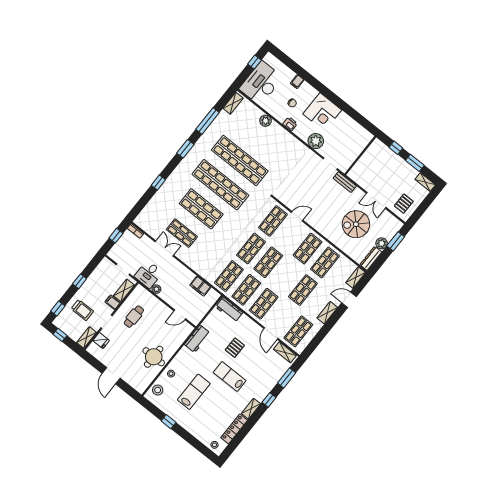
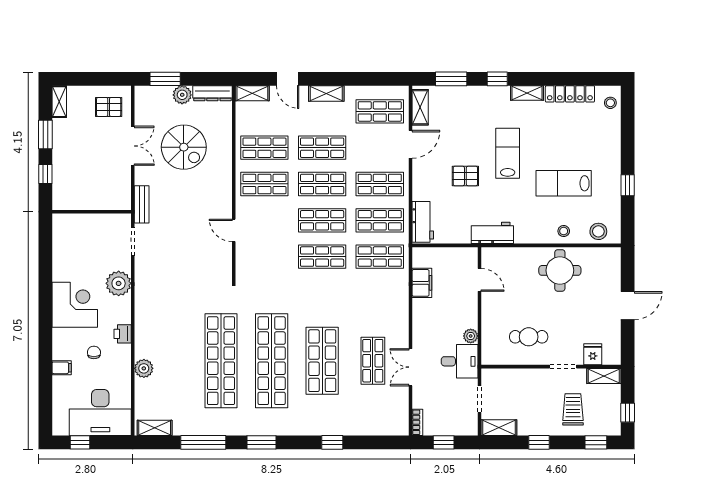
shop shelf: (273, 221) -> (322, 184), moved
shelving: (124, 290) -> (499, 428), moved
filing cabinet: (113, 302) -> (532, 379), removed
lab bench: (230, 376) -> (508, 153), turned 180

